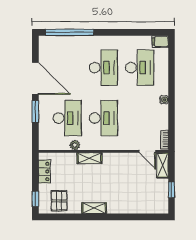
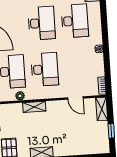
door: (147, 151) -> (75, 98), moved

